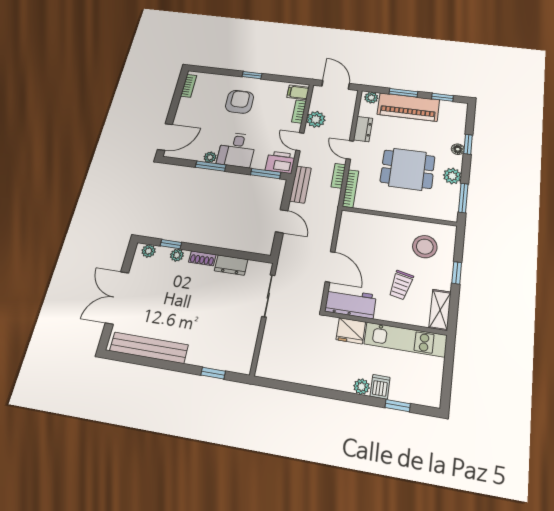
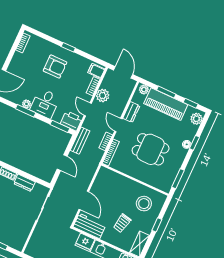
armchair: (240, 102) -> (55, 67), turned 90
plant: (452, 176) -> (196, 119), moved

